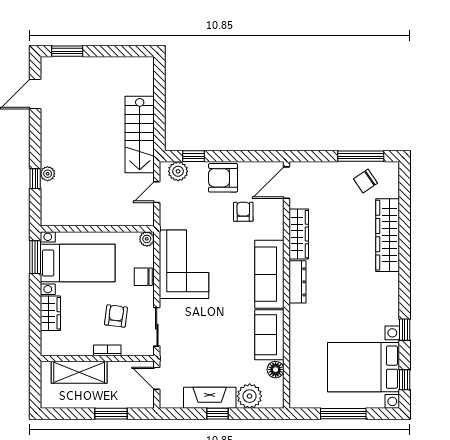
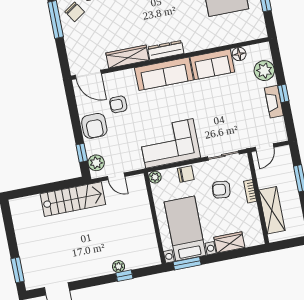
chair: (143, 277) -> (186, 174), turned -90
fireplace: (210, 398) -> (274, 102), width x0.73, depth x0.76

